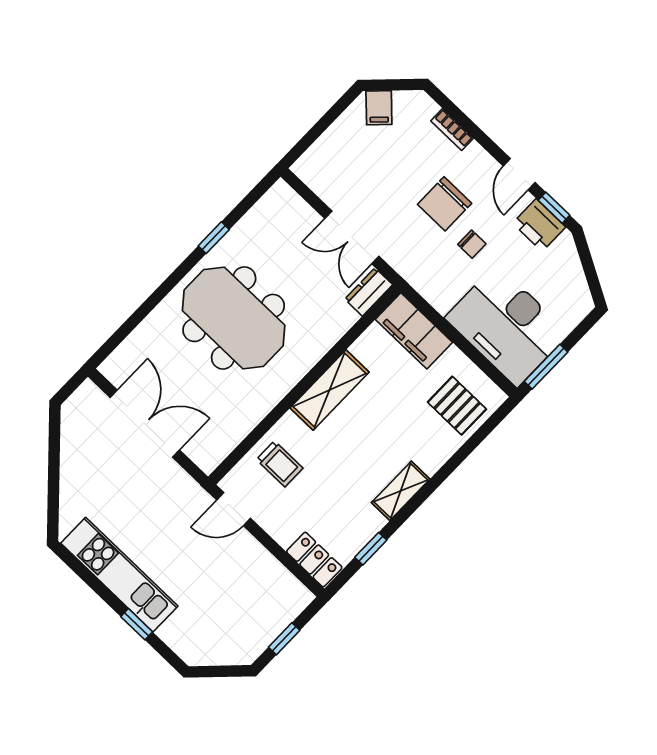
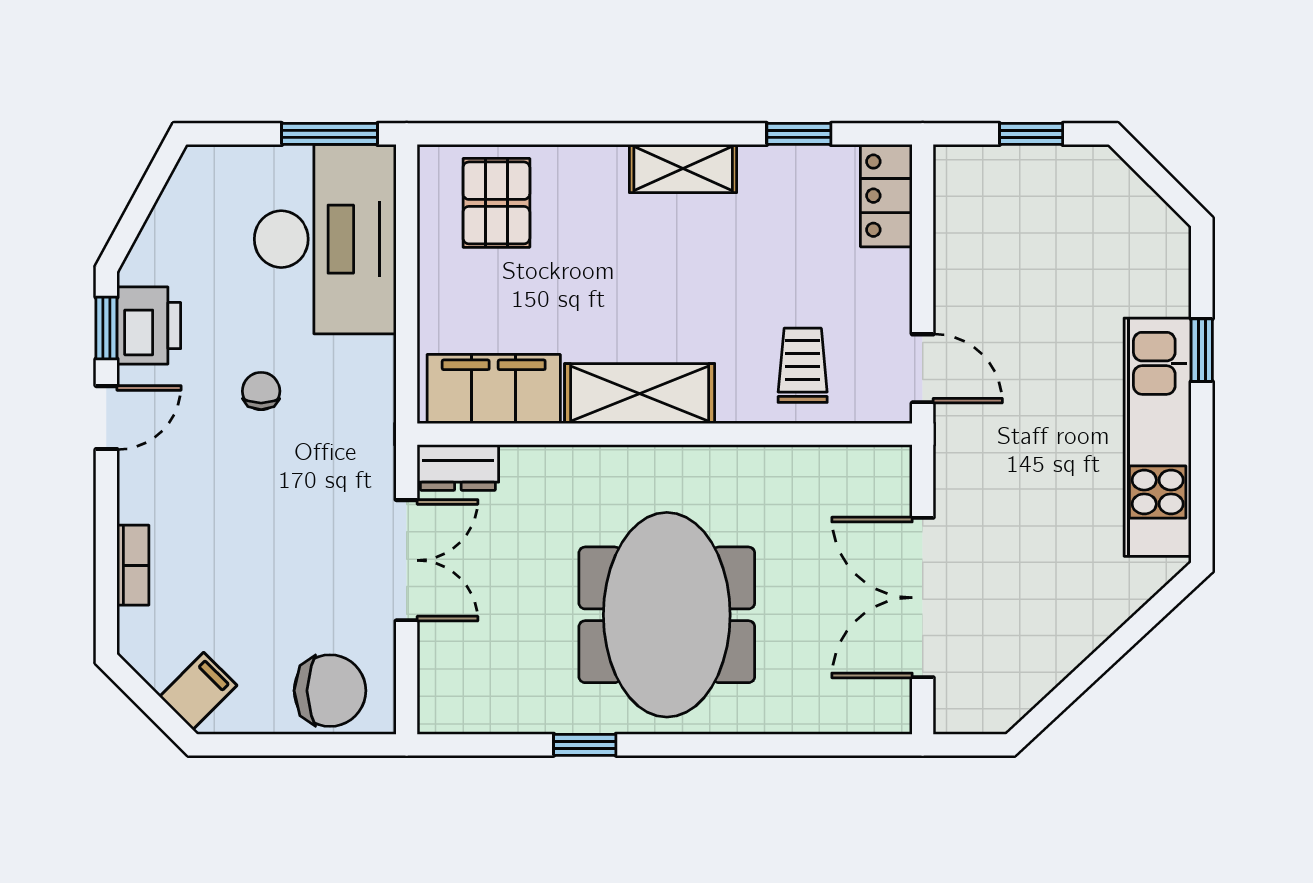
chair: (445, 204) -> (330, 691), moved
filing cabinet: (414, 331) -> (494, 389), moved, turned -90

